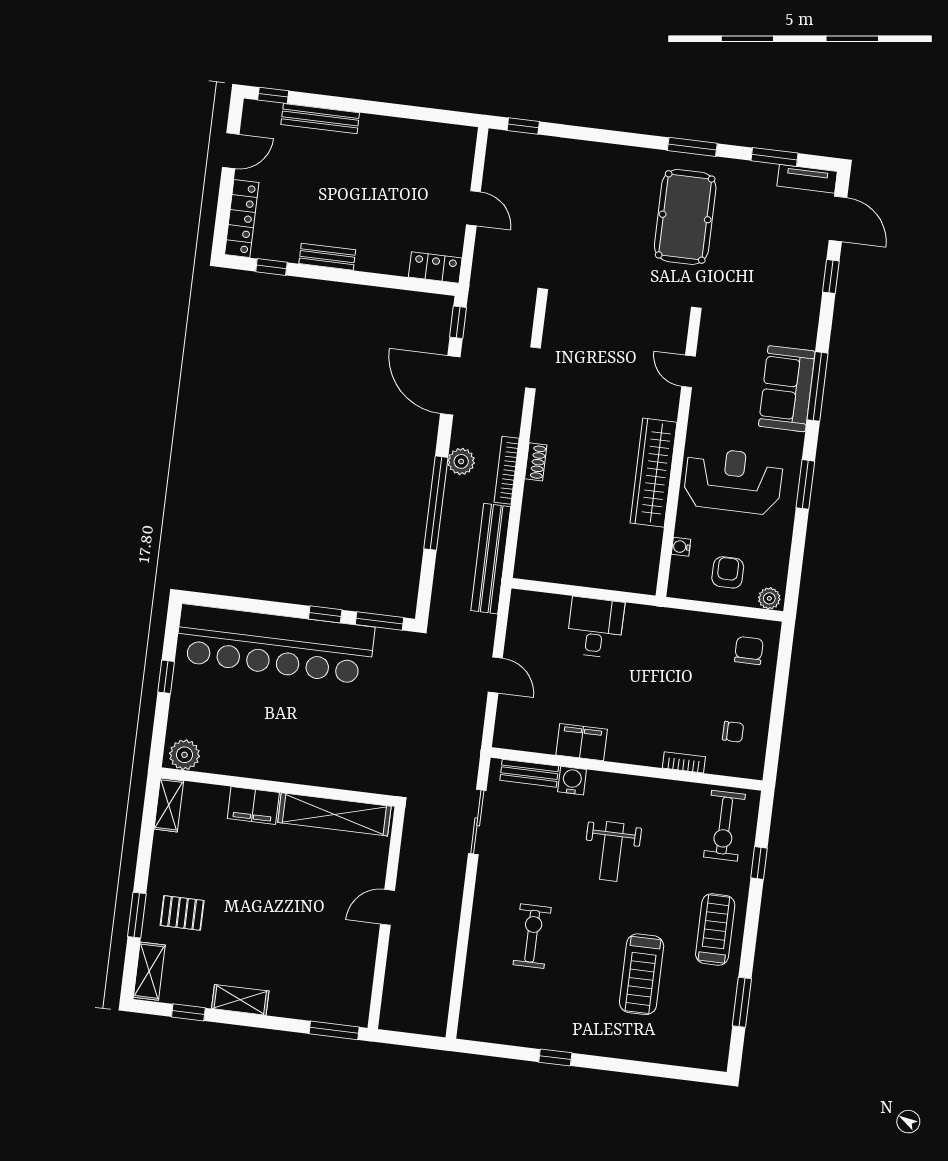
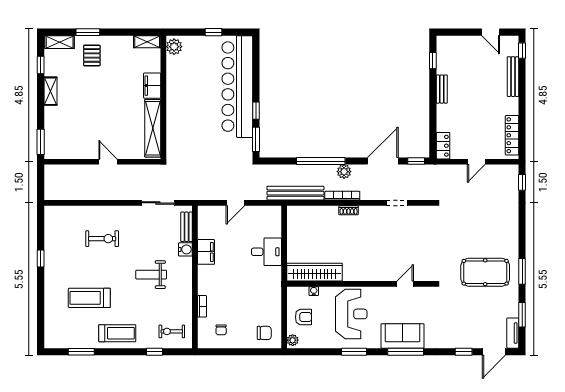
locker: (242, 218) -> (512, 135), moved, turned 90
wardrobe: (653, 473) -> (315, 272), moved
exercise bike: (724, 826) -> (172, 331), width x0.73, depth x0.72

